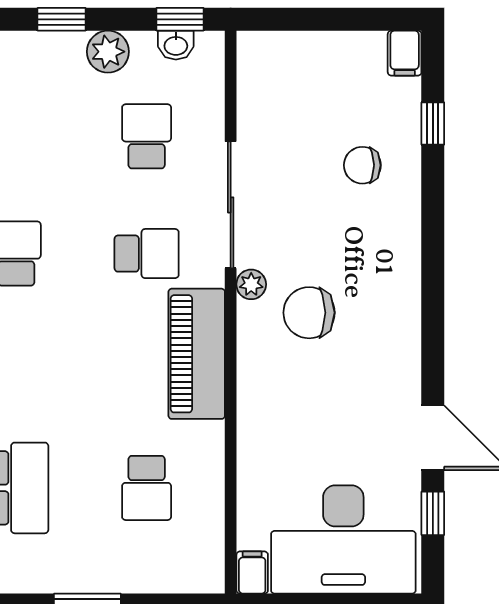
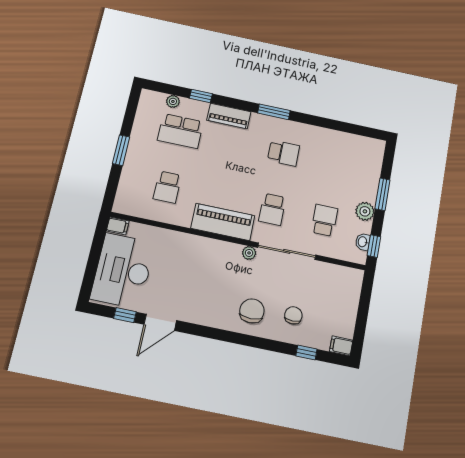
window: (62, 19) -> (382, 194), width x1.50
school desk: (147, 136) -> (324, 220), turned -90
chair: (309, 313) -> (252, 311), moved
school desk: (147, 488) -> (167, 187), turned -90

